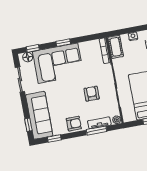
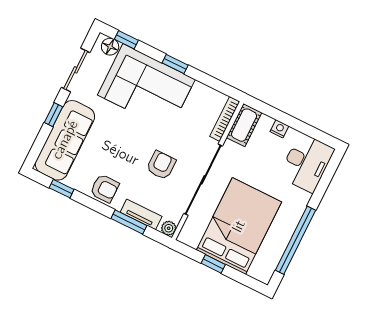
window: (28, 125) -> (53, 115), moved

